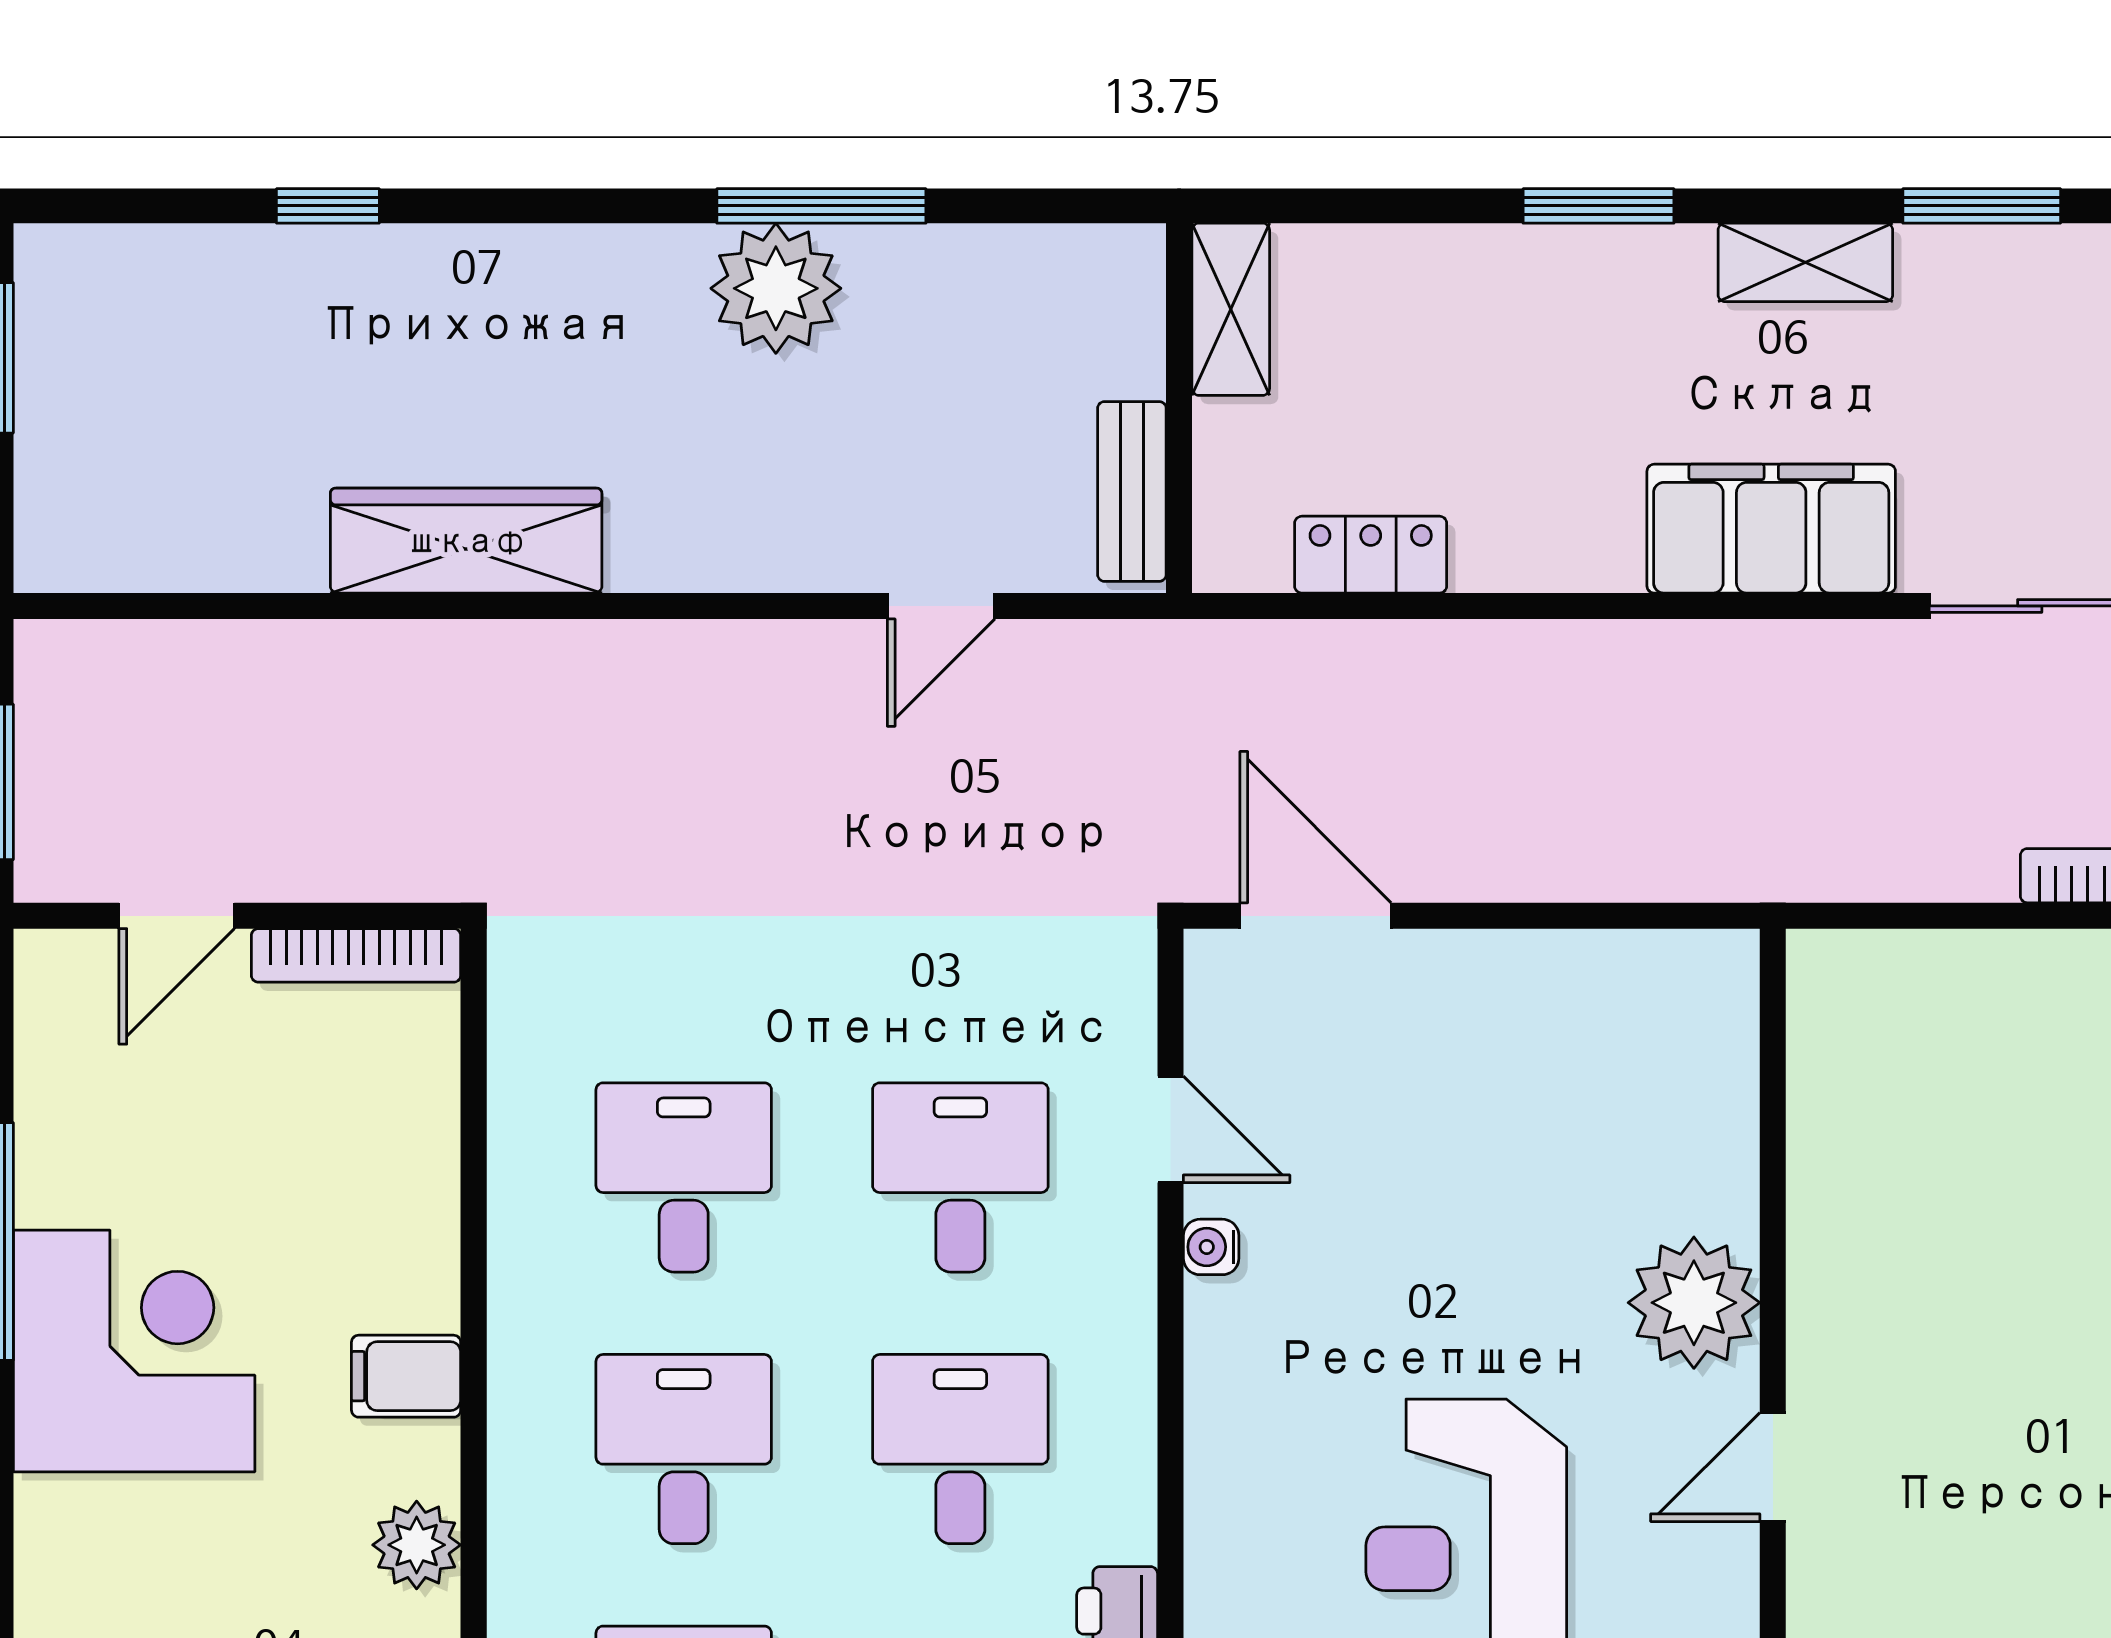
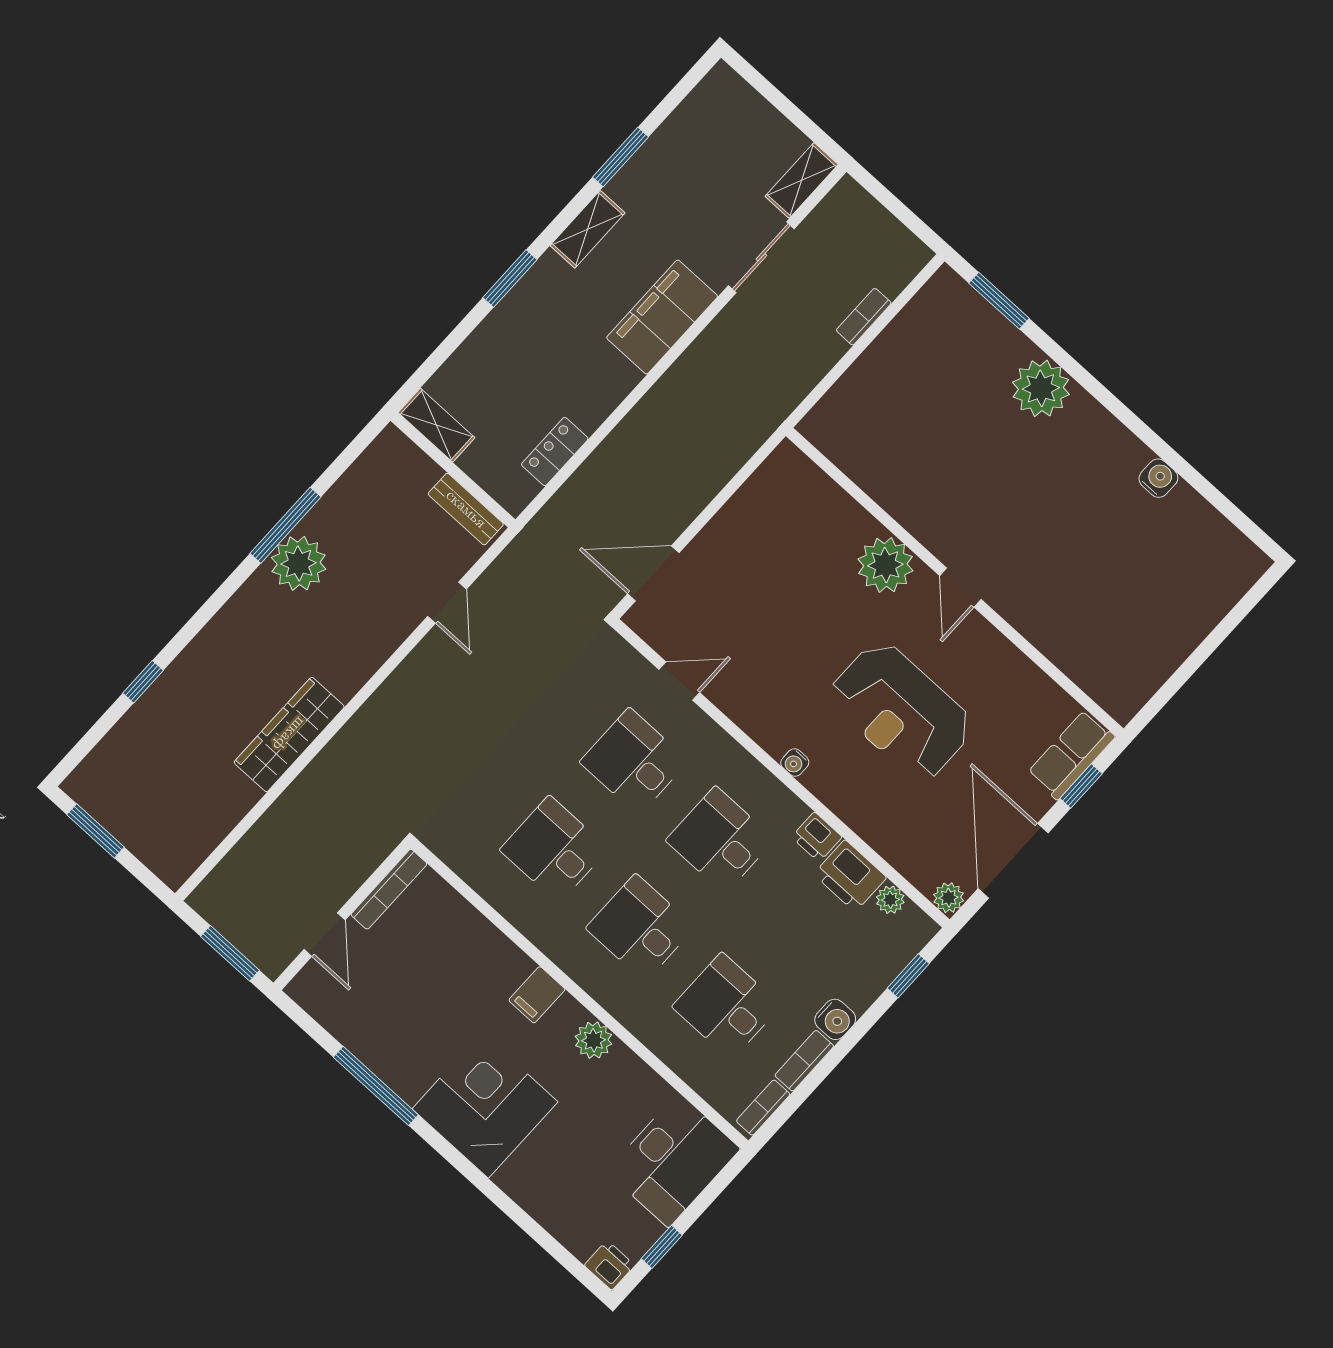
water cooler: (1211, 1247) -> (795, 763), moved
corner desk: (134, 1351) -> (485, 1105), moved

